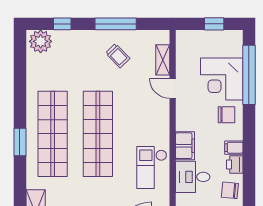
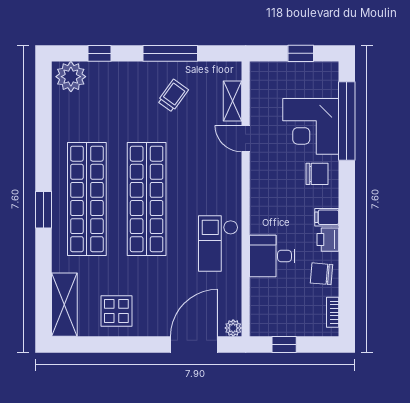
trolley: (118, 56) -> (173, 96), turned -100
filing cabinet: (185, 146) -> (262, 215), removed

